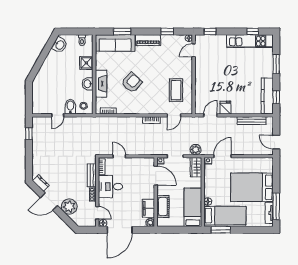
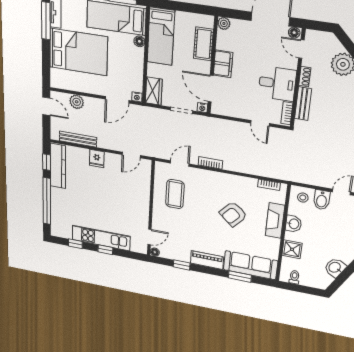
window: (210, 32) -> (105, 250), moved
kitchen unit: (250, 41) -> (101, 238), moved
washbasin: (60, 45) -> (335, 268), moved
window: (276, 64) -> (47, 201), width x2.11
fridge: (225, 108) -> (97, 159), moved
plant: (196, 150) -> (77, 102), moved
filing cabinet: (148, 208) -> (223, 64), moved

